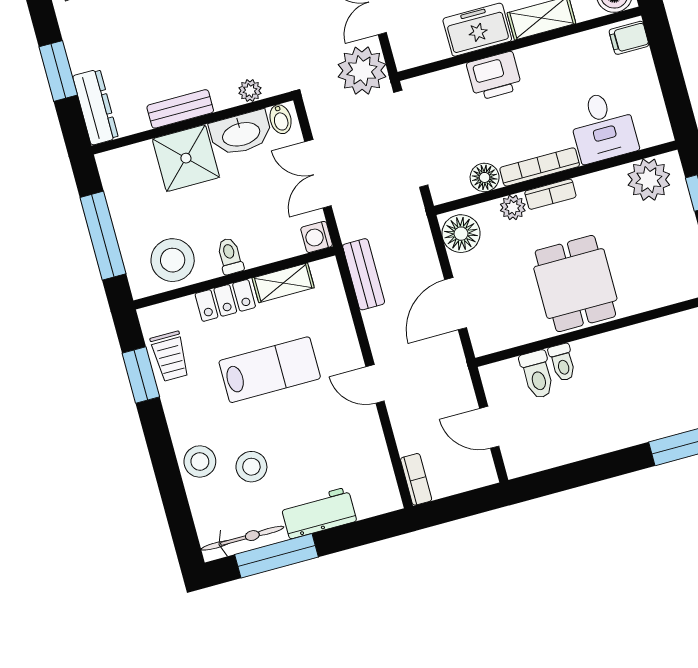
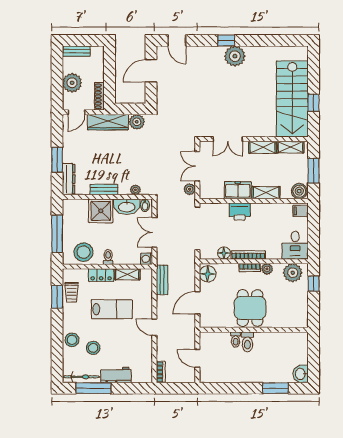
plant: (362, 71) -> (190, 189), width x0.53, depth x0.53
desk: (603, 127) -> (295, 245), moved
plant: (513, 207) -> (267, 269), moved
toilet: (537, 375) -> (247, 342), moved

